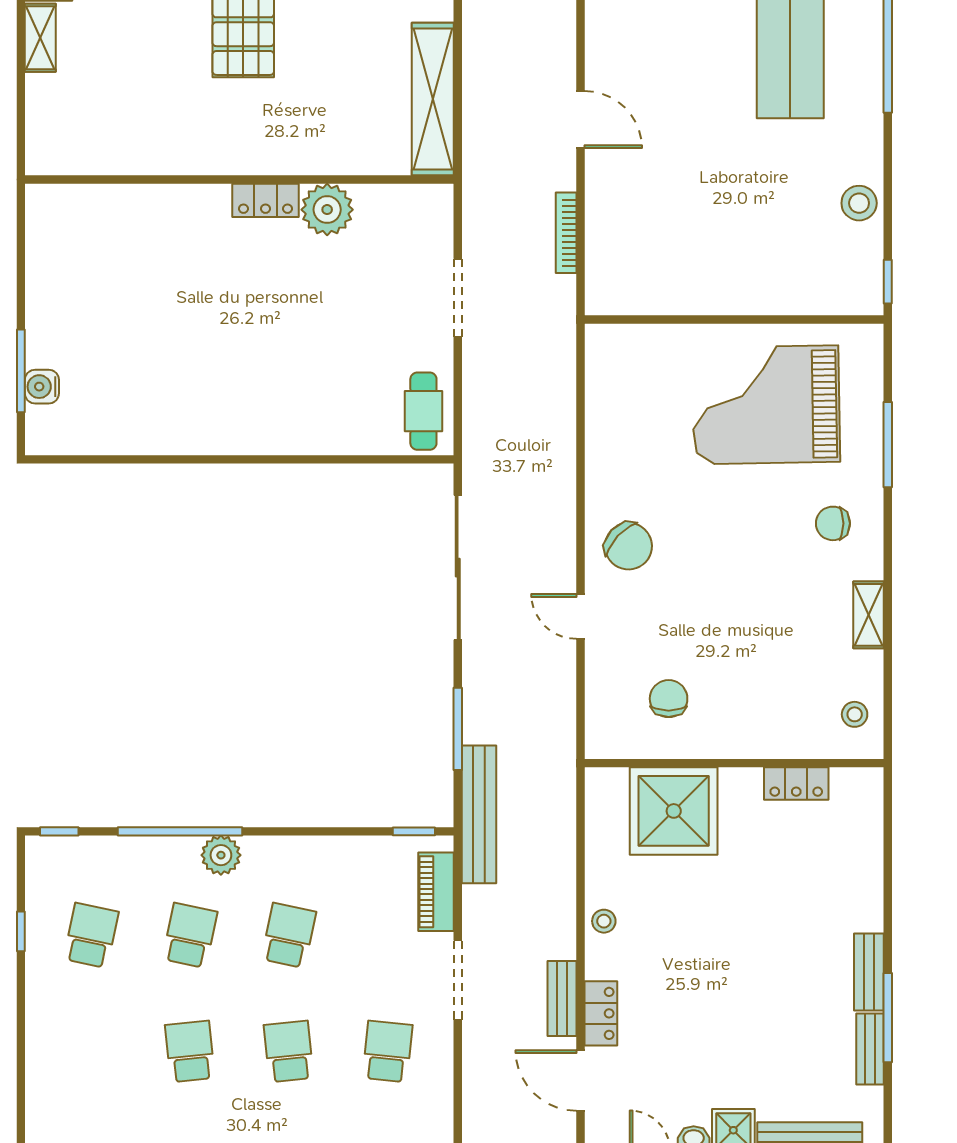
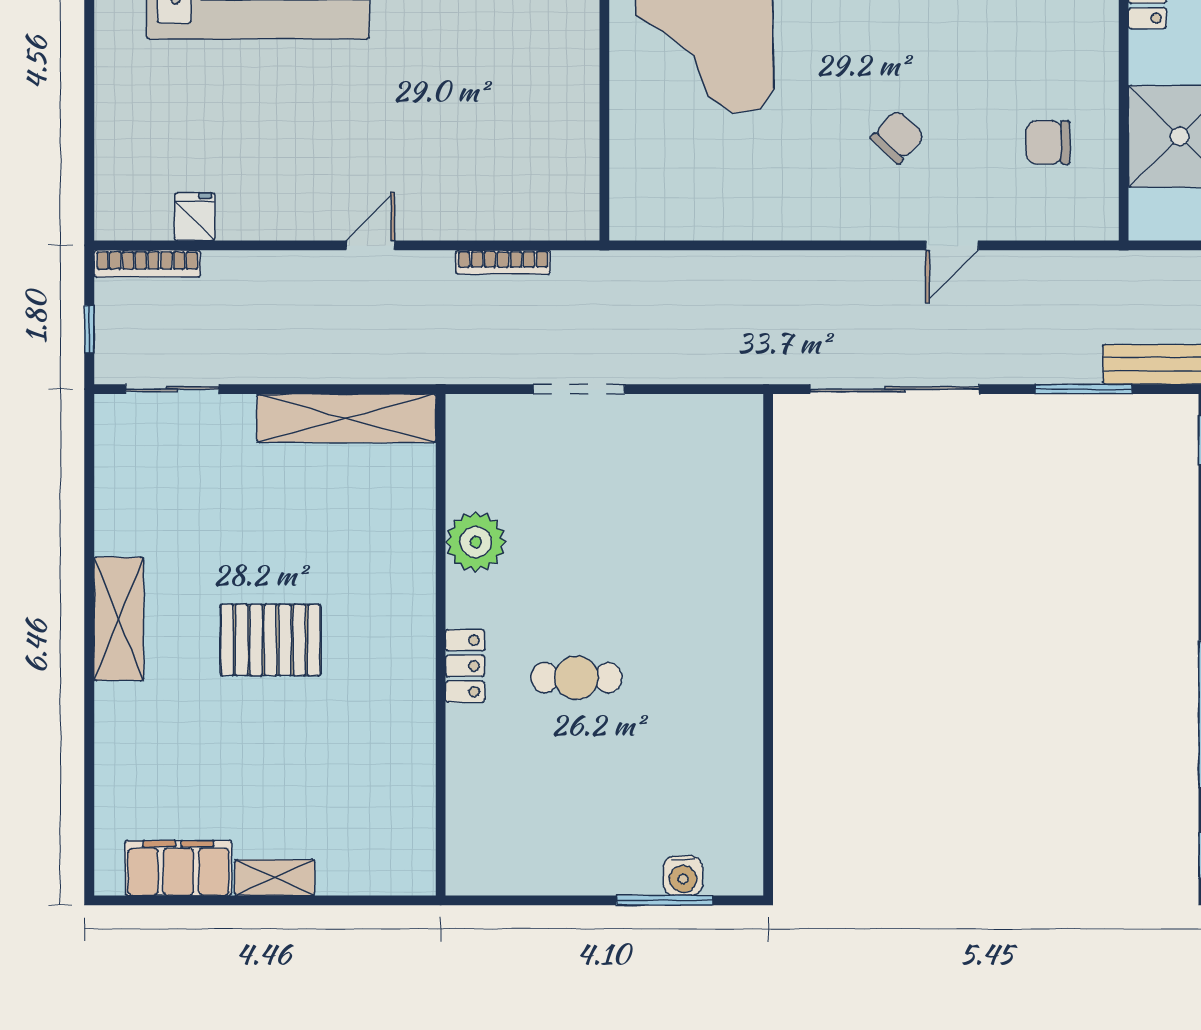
door: (581, 120) -> (370, 245), width x0.73
locker: (265, 200) -> (465, 666), moved
cafe table: (423, 411) -> (576, 678), moved
chair: (628, 546) -> (897, 137), moved, width x0.73, depth x0.73

